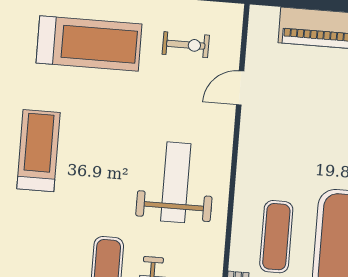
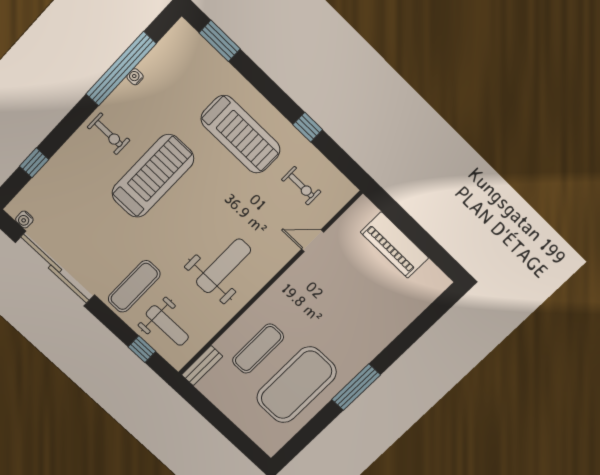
treadmill: (38, 151) -> (153, 176), width x1.37, depth x1.38

